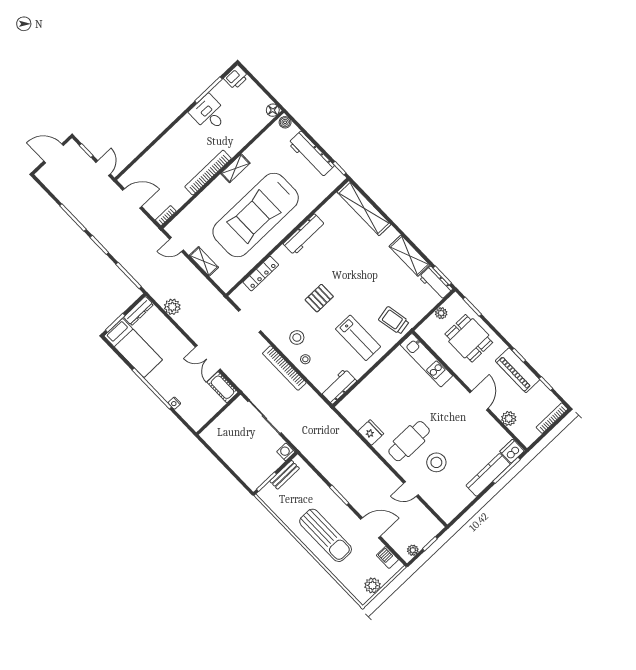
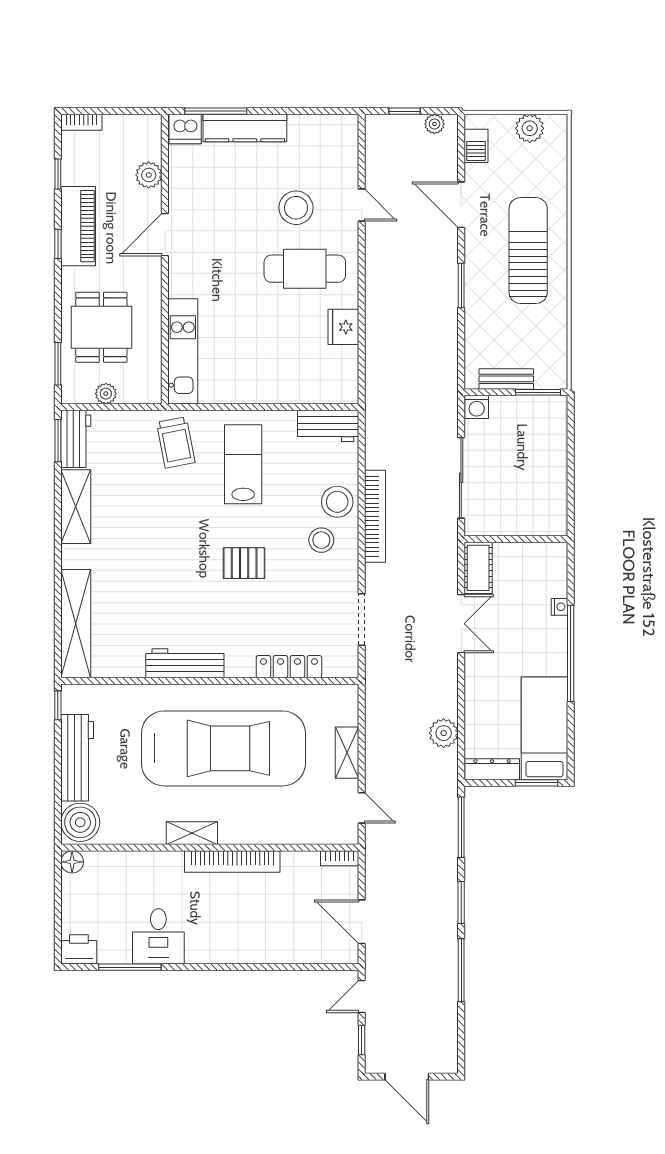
boiler: (285, 122) -> (80, 822), width x1.86, depth x1.86
stool: (305, 359) -> (337, 502), width x1.89, depth x1.89
bookcase: (552, 418) -> (81, 122), width x0.64

